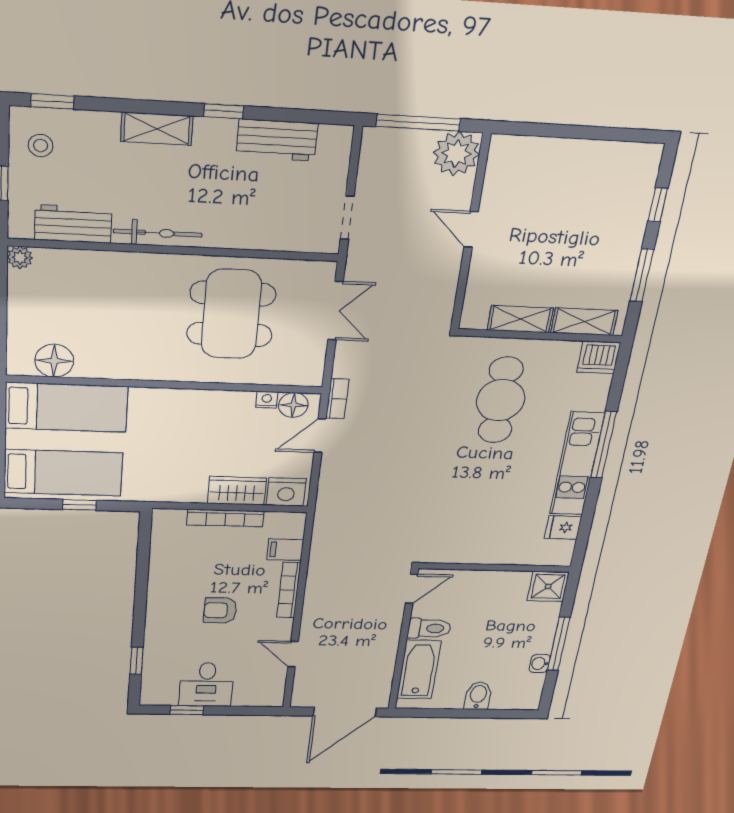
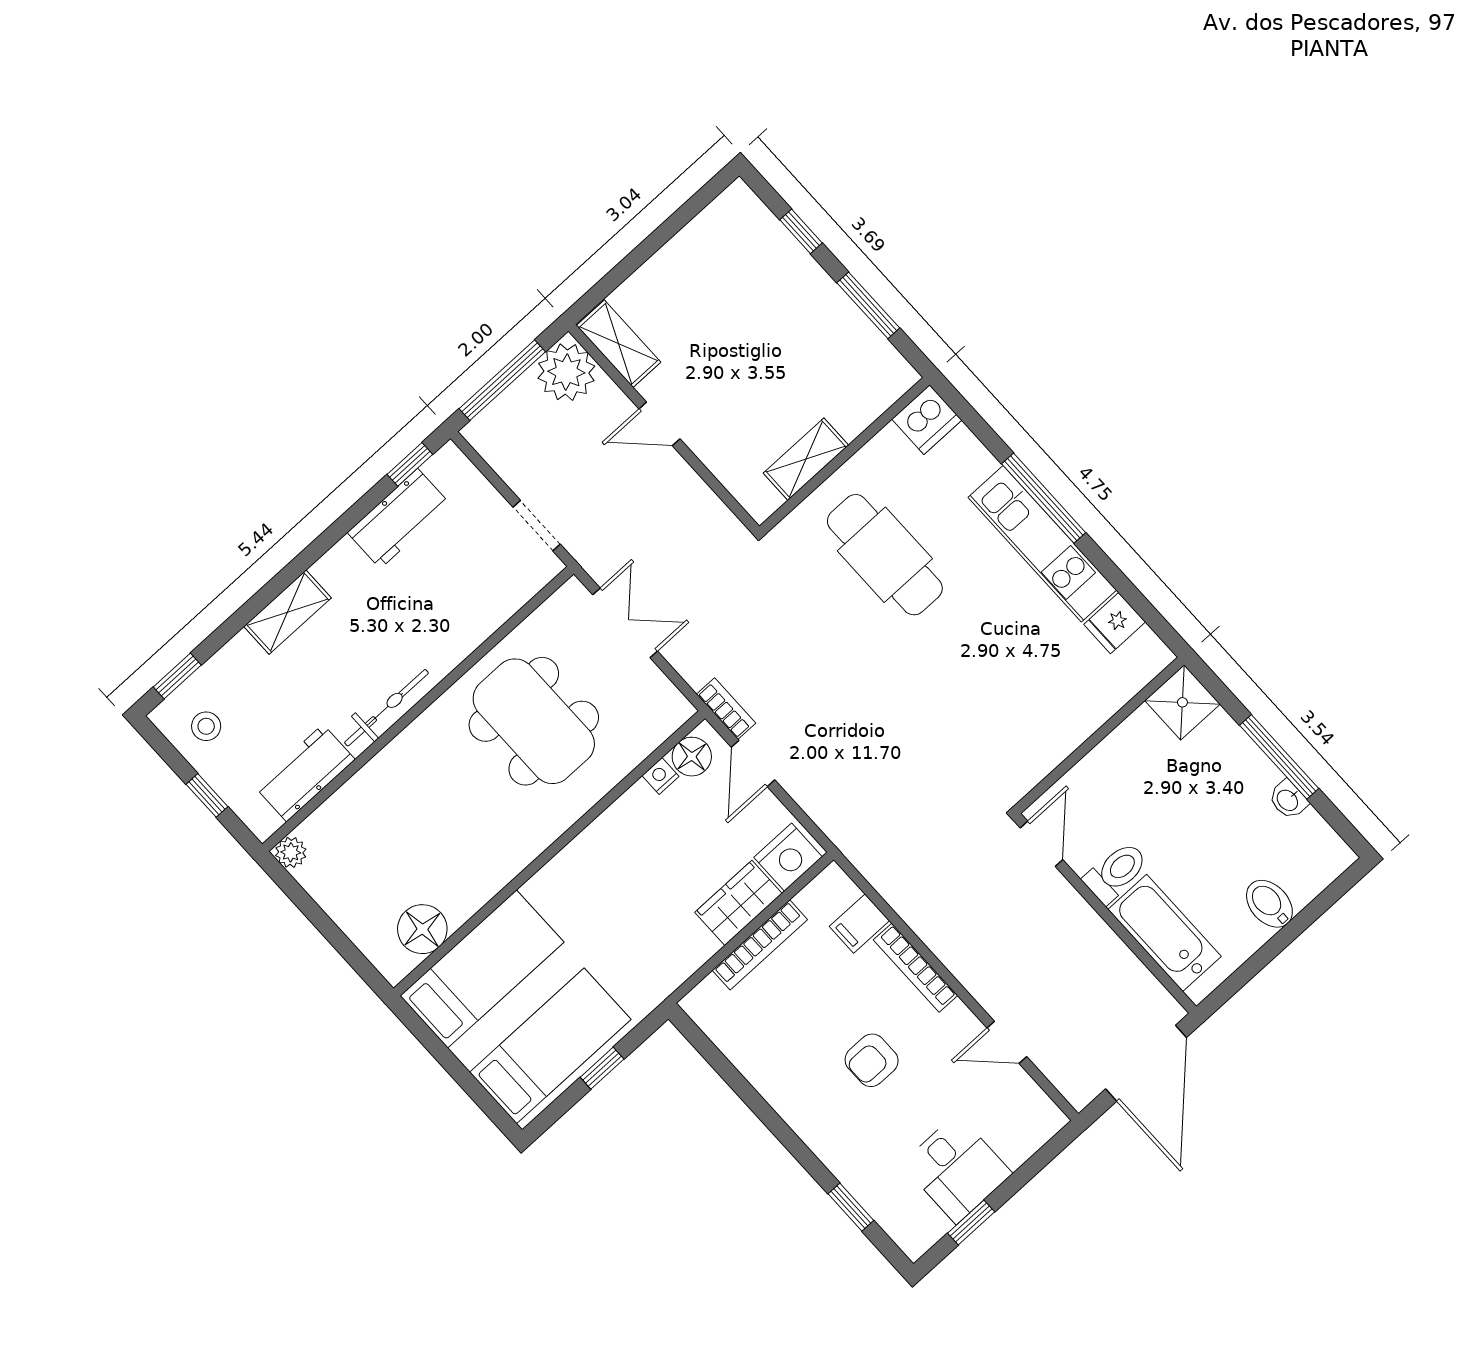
window: (224, 111) -> (410, 464), moved
shelving: (584, 322) -> (619, 344), moved, turned 90

